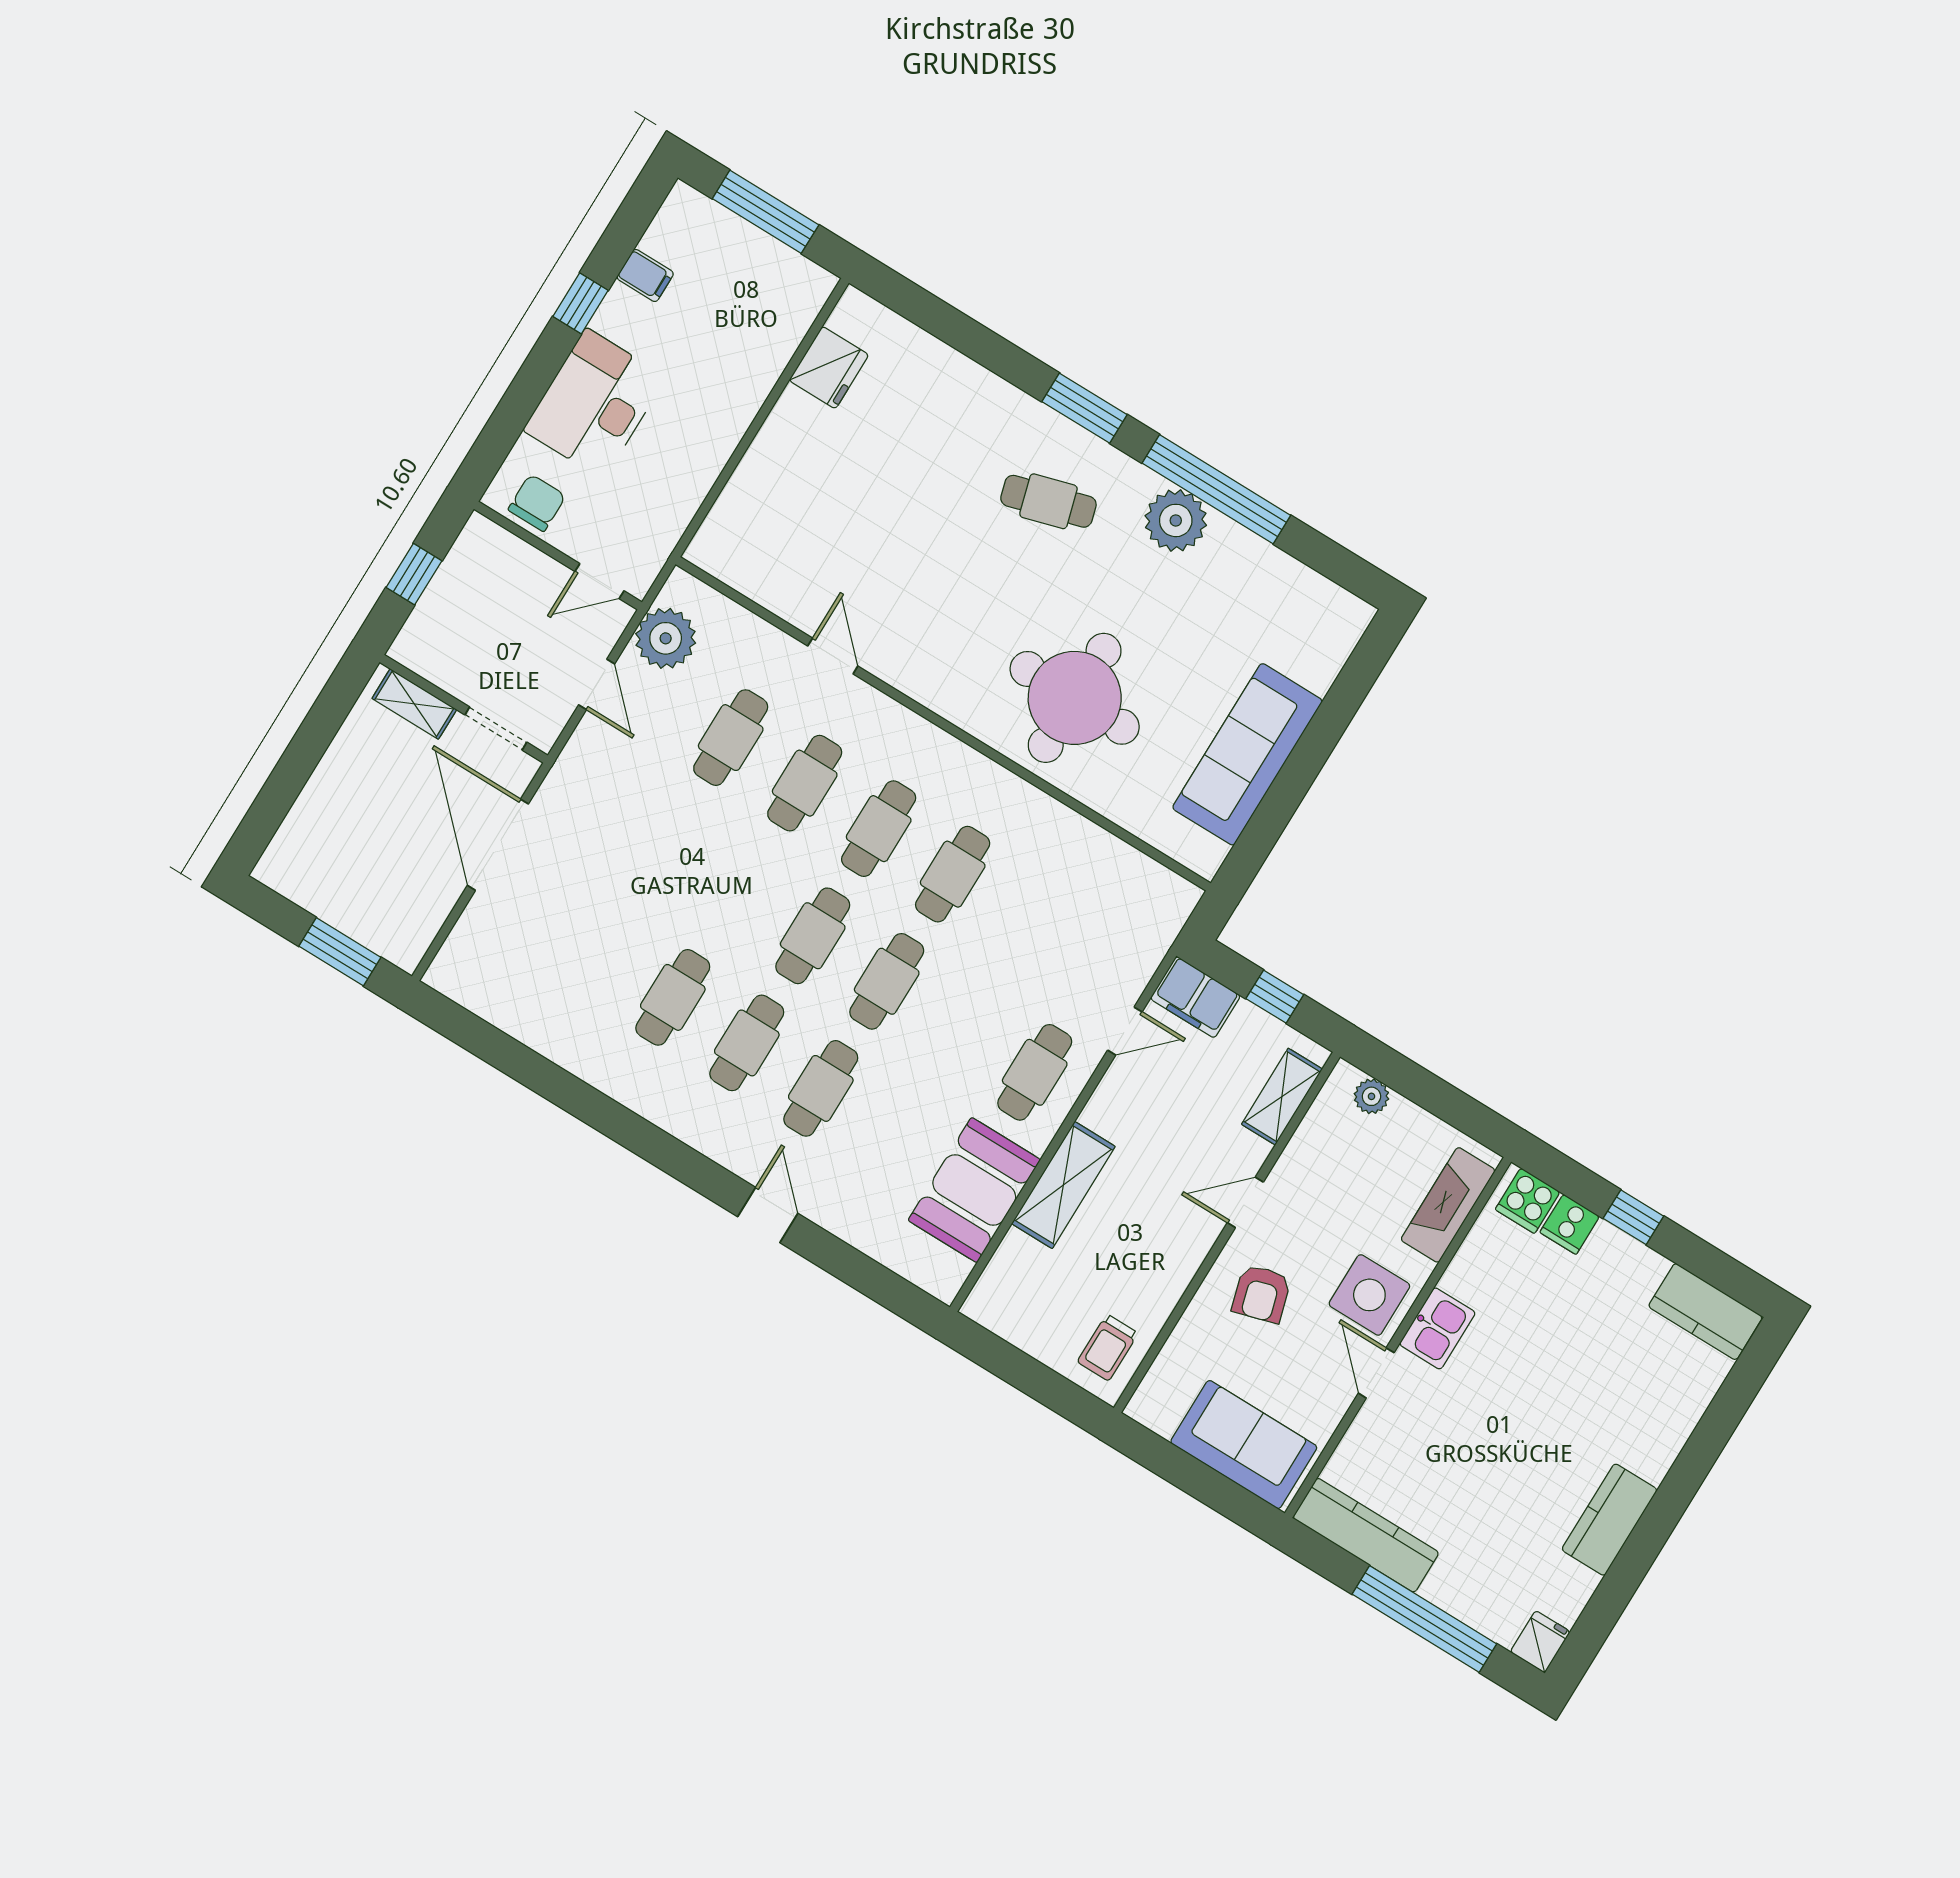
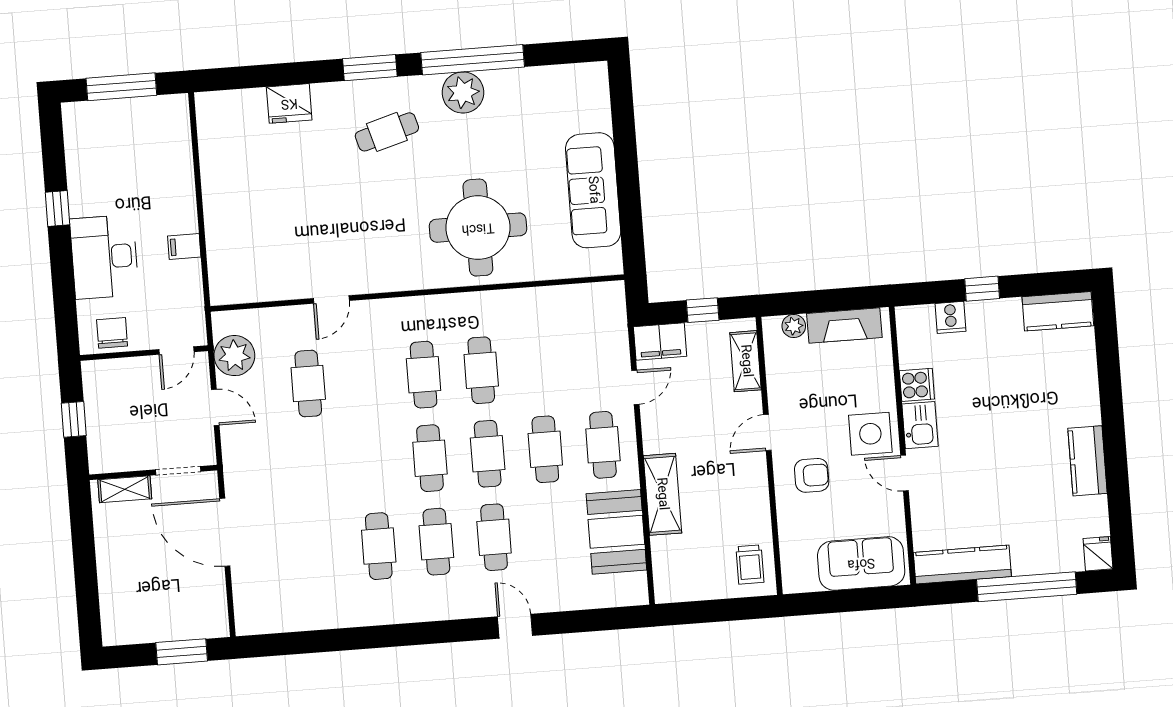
filing cabinet: (645, 275) -> (184, 246), moved, turned 180
fridge: (829, 368) -> (289, 103), moved, turned 90
door: (833, 656) -> (331, 300), swing flipped
cafe table: (805, 783) -> (545, 449), moved
cooker: (1528, 1201) -> (917, 385), moved, turned -90
fireplace: (1448, 1205) -> (844, 325), moved, turned -90
armchair: (1261, 1294) -> (812, 475), turned -74

